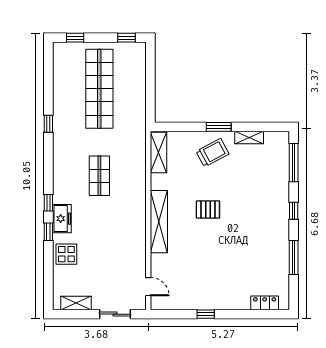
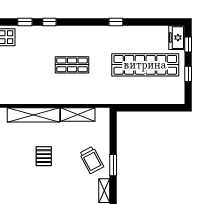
window: (126, 38) -> (188, 74), moved
shelving: (159, 152) -> (78, 115), moved
freezer: (62, 219) -> (177, 38), moved, turned 90

